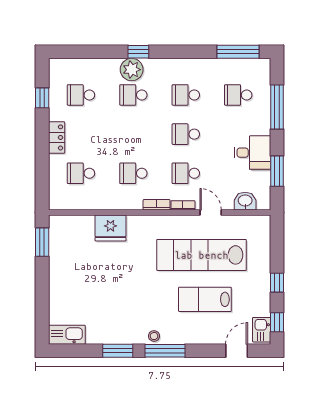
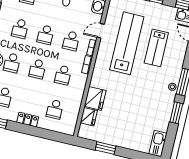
school desk: (133, 134) -> (37, 69), added
fridge: (82, 225) -> (89, 117), added
window: (42, 242) -> (106, 148), moved
lab bench: (202, 255) -> (127, 43), turned 180

